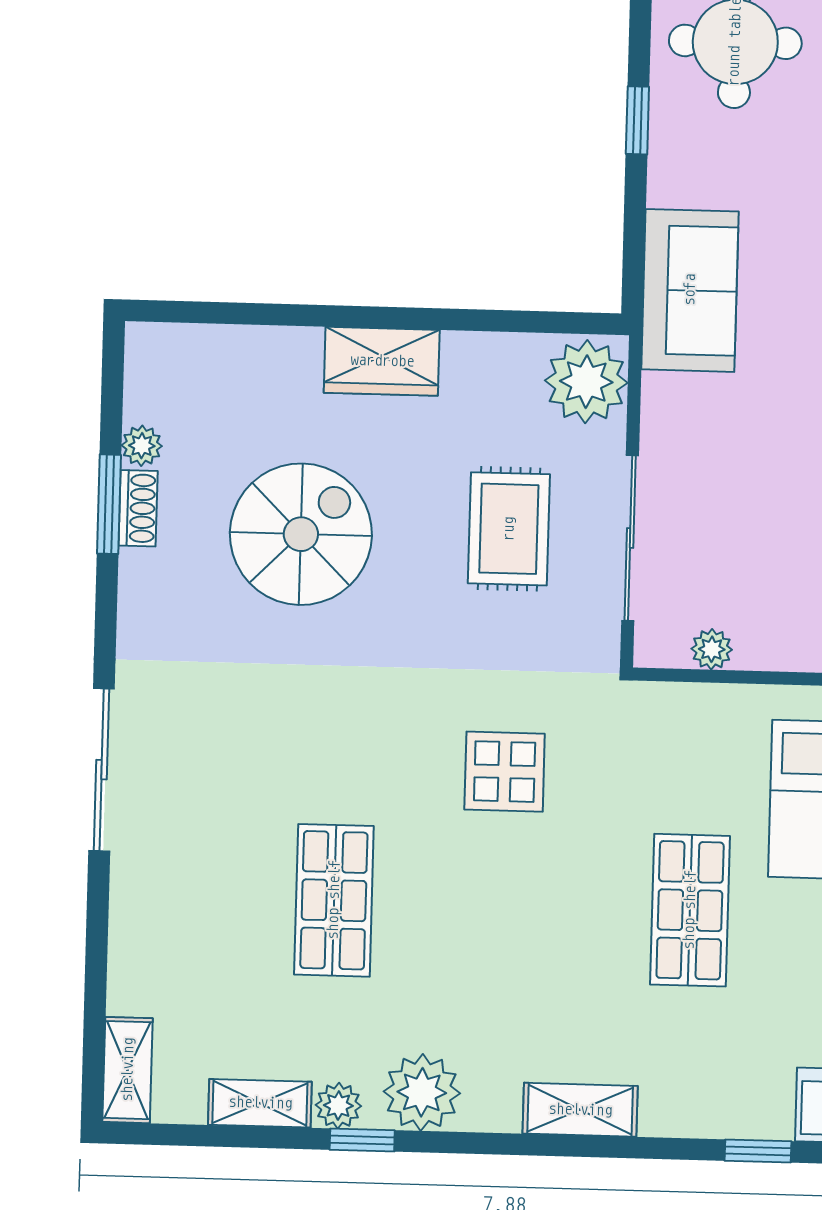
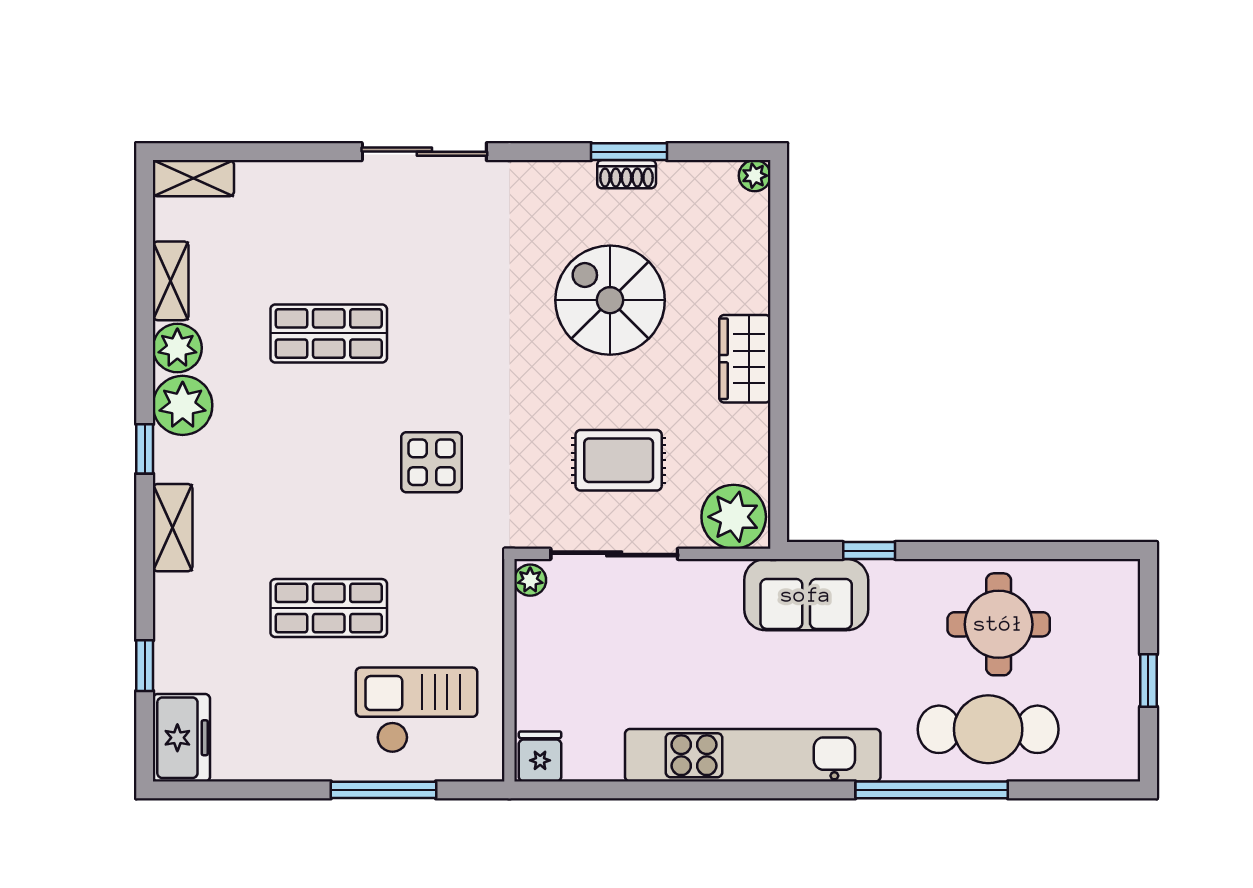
window: (637, 120) -> (869, 551), moved
plant: (142, 446) -> (755, 176), moved
spiral stairs: (301, 534) -> (610, 300), turned 180
plant: (712, 649) -> (530, 580), moved
plant: (338, 1106) -> (177, 348), width x1.38, depth x1.38
window: (362, 1140) -> (145, 449), moved

